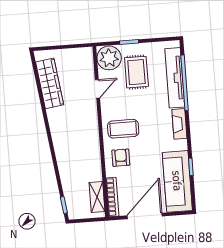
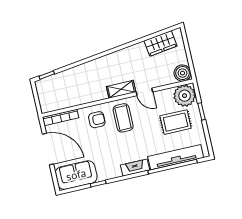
boiler: (84, 56) -> (183, 73), added
wardrobe: (50, 83) -> (161, 43), width x0.67
door: (97, 89) -> (144, 92), moved
sofa: (177, 181) -> (76, 175), width x0.73
shelving: (97, 197) -> (121, 89), moved

